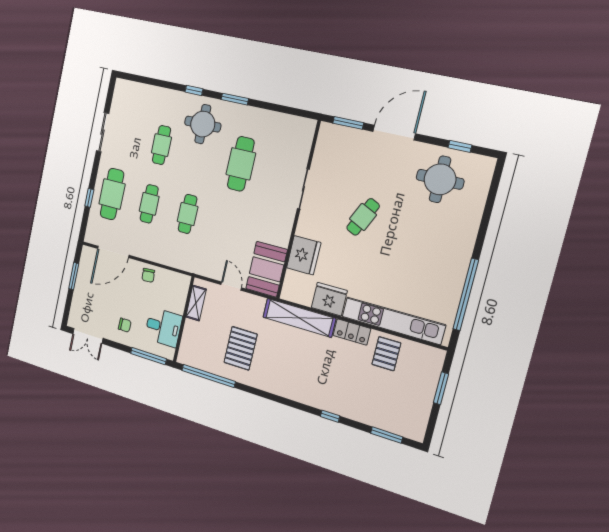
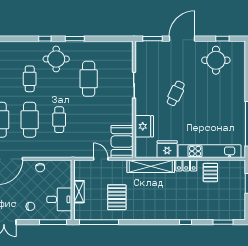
cafe table: (149, 204) -> (30, 120), width x1.37, depth x1.35
shelving: (196, 303) -> (79, 192), moved

